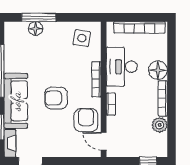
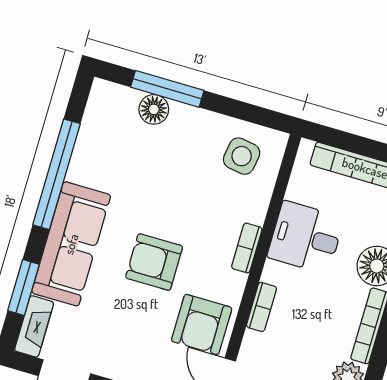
desk: (122, 67) -> (306, 237), width x0.73
bookcase: (96, 79) -> (247, 248), width x0.64
armchair: (86, 120) -> (202, 324), turned 180

